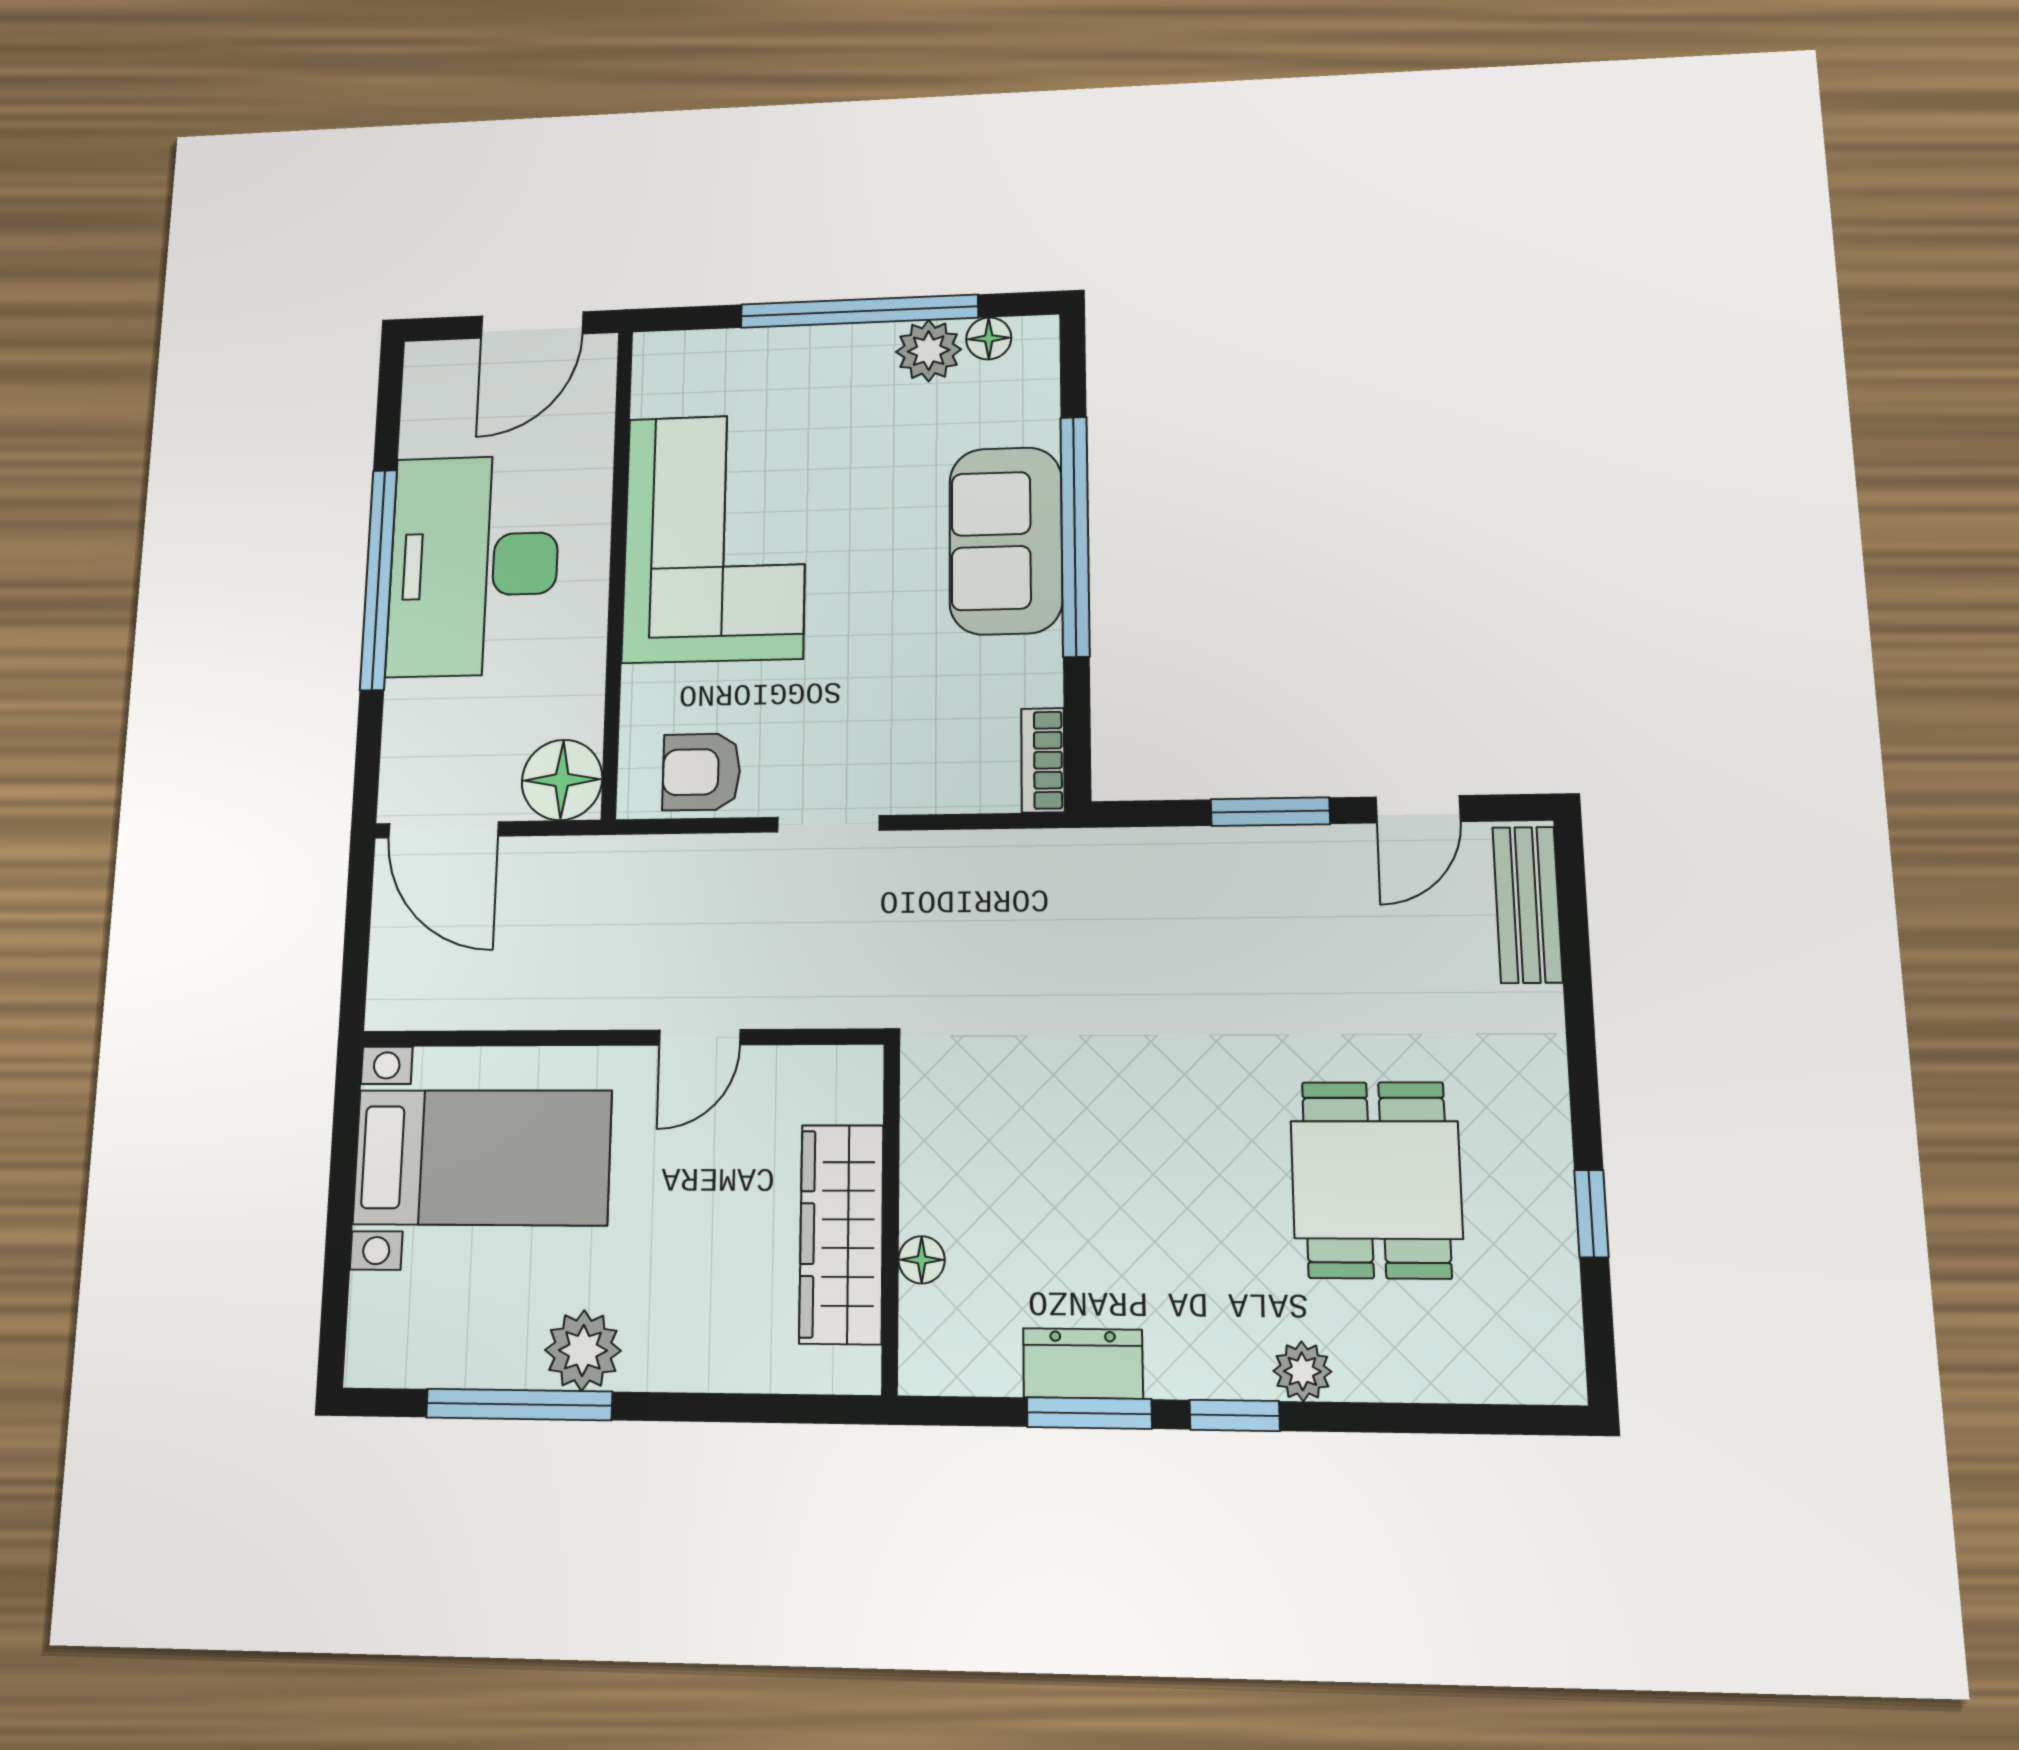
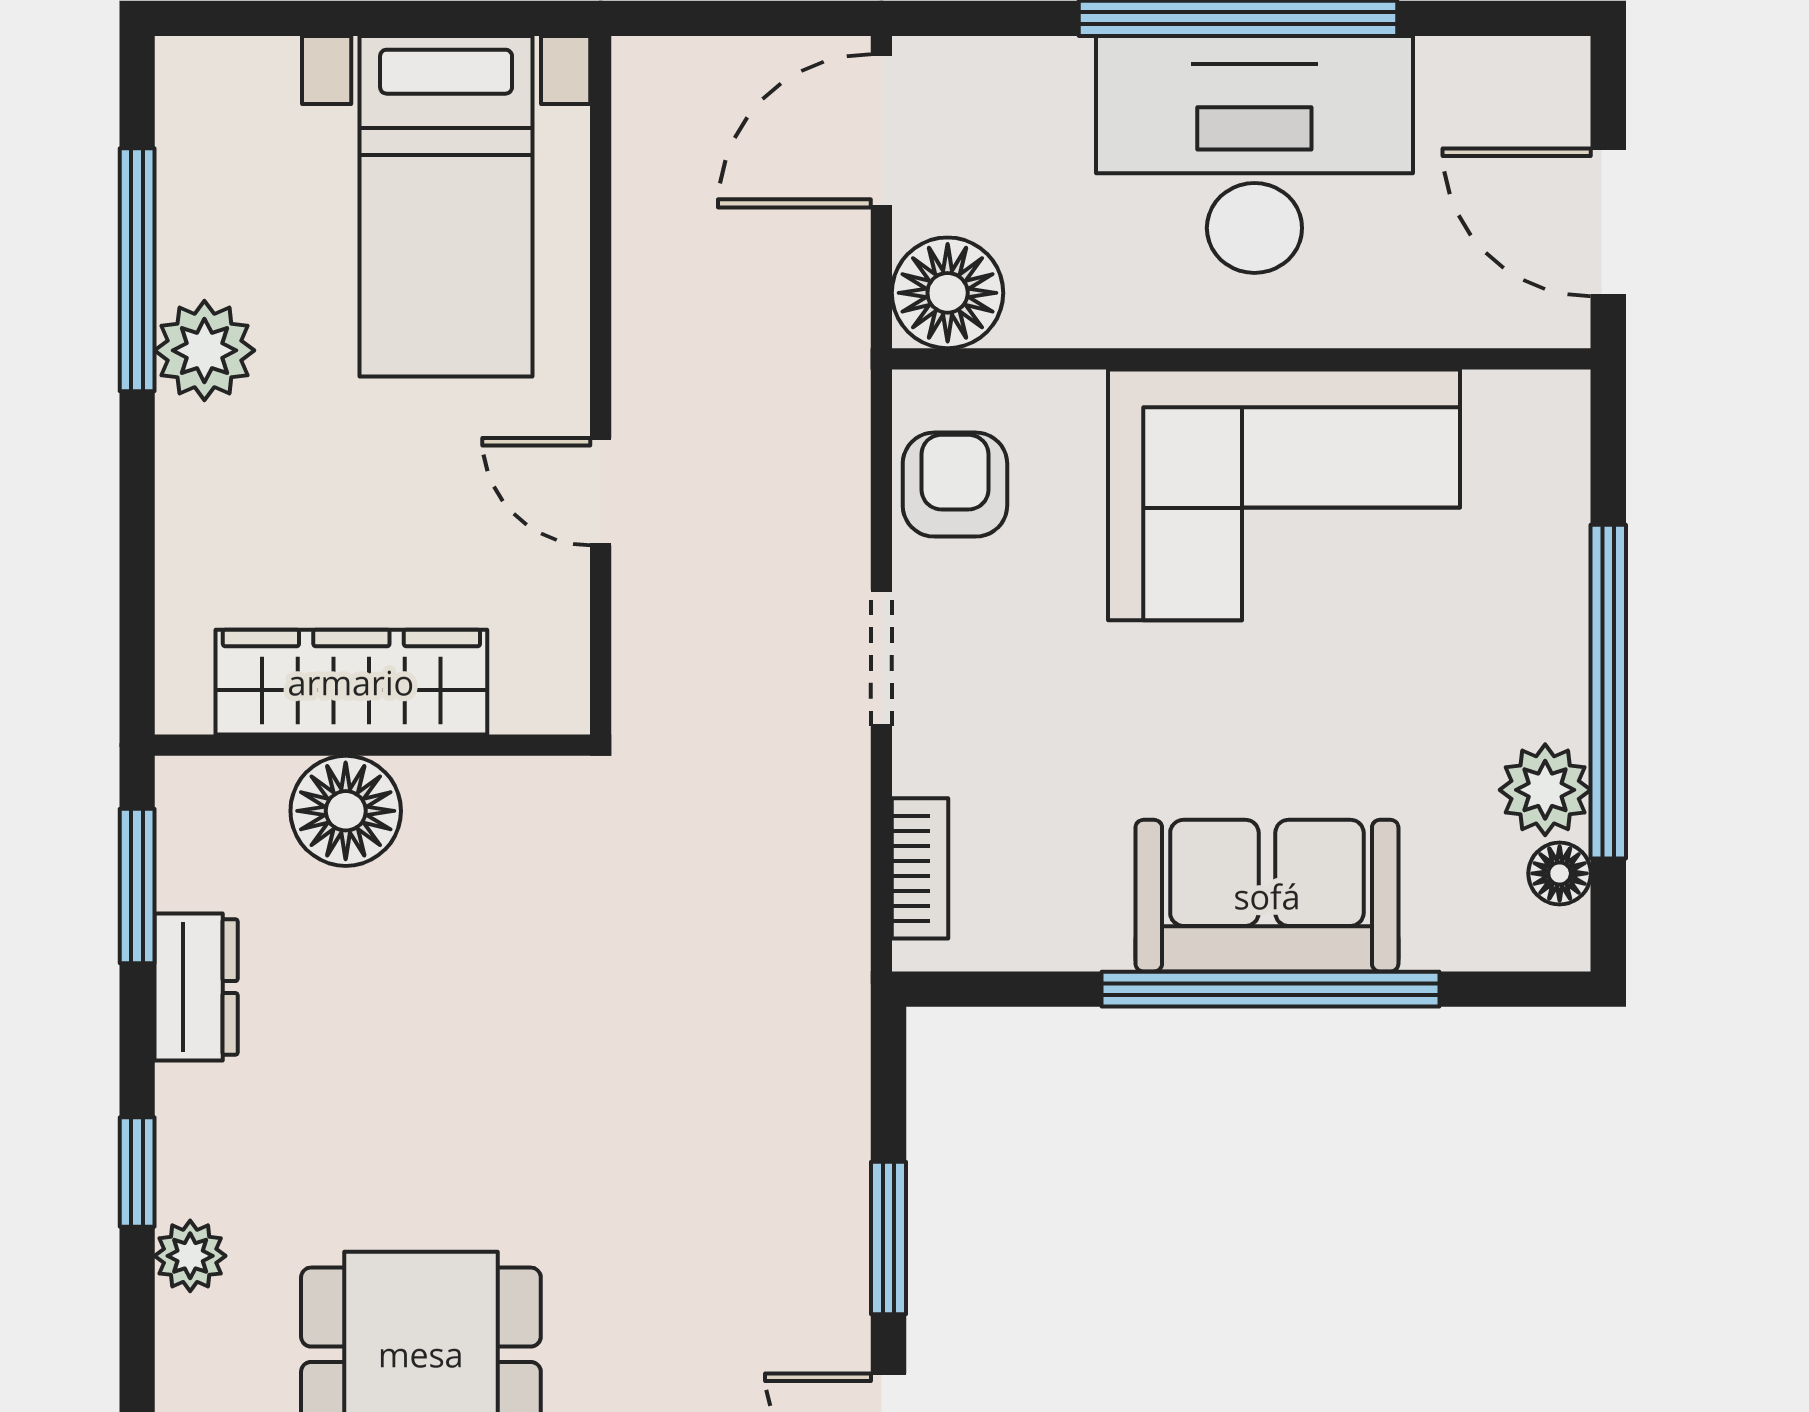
bookcase: (1043, 760) -> (920, 868), moved, turned 90
floor lamp: (922, 1260) -> (346, 811), width x1.89, depth x1.89
window: (1089, 1413) -> (137, 886), moved

